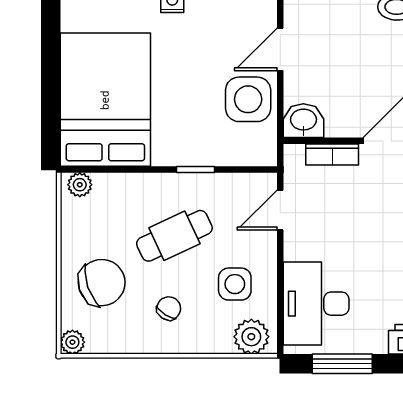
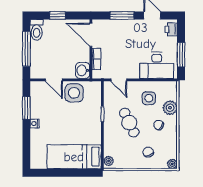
bed: (105, 100) -> (74, 157), width x0.67
chair: (102, 283) -> (148, 152), width x0.54, depth x0.54
plant: (251, 337) -> (170, 108), moved

